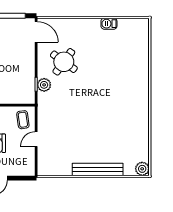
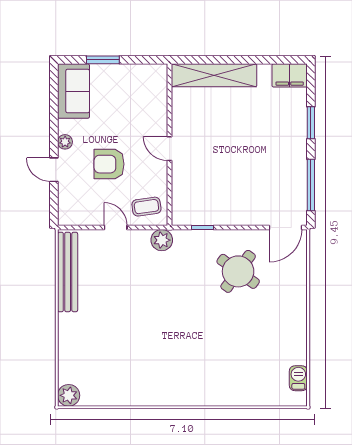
barbecue: (109, 24) -> (298, 378), moved
plant: (44, 85) -> (162, 240), moved
bench: (98, 169) -> (68, 272), moved

